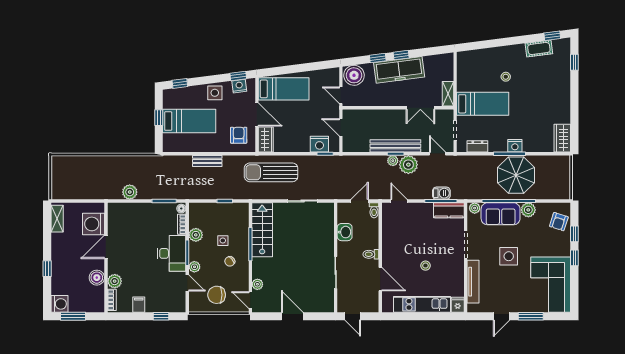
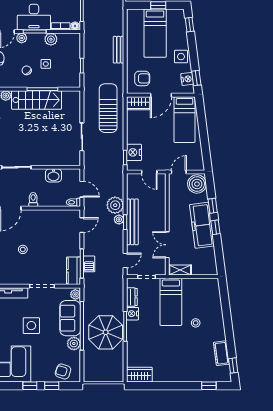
door: (341, 127) -> (149, 172), swing flipped
nightstand: (515, 146) -> (132, 314), moved
plant: (408, 165) -> (115, 205), moved
stairs: (262, 230) -> (37, 100), moved

